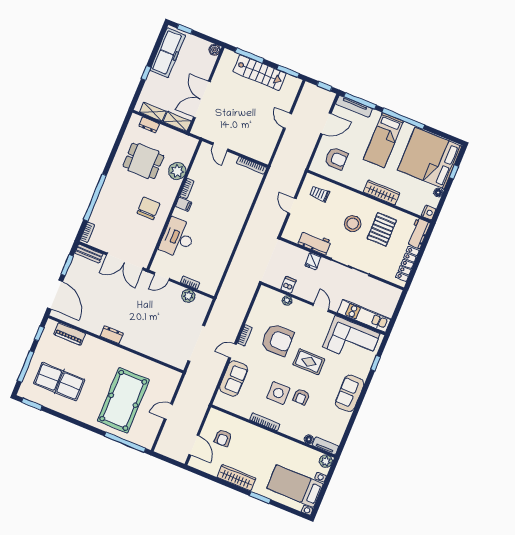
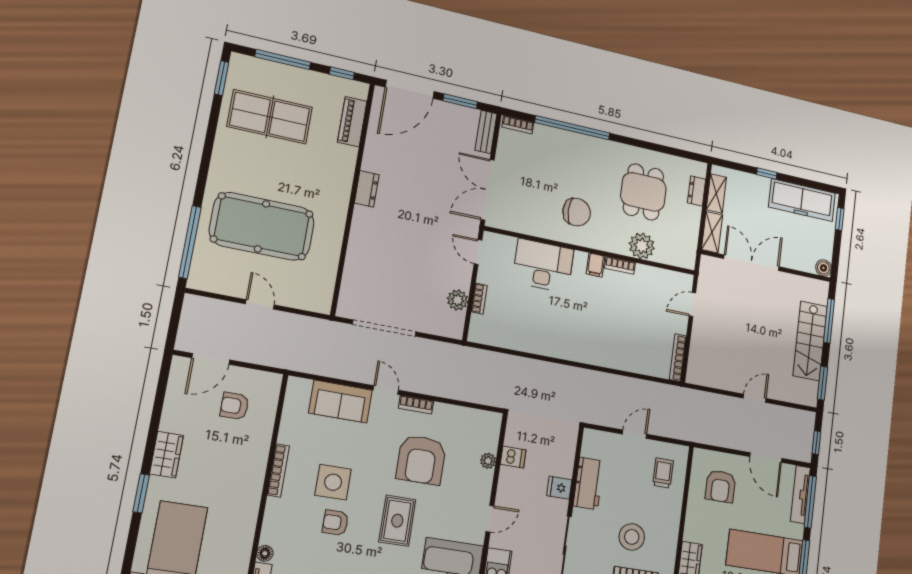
table tennis table: (59, 382) -> (270, 117), turned 90
wardrobe: (236, 478) -> (167, 455), width x0.67

